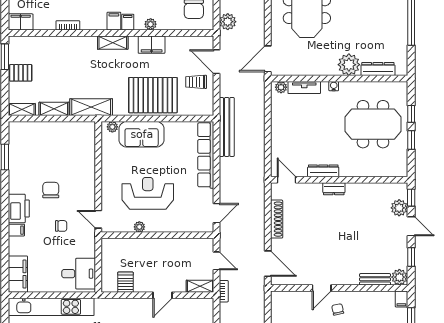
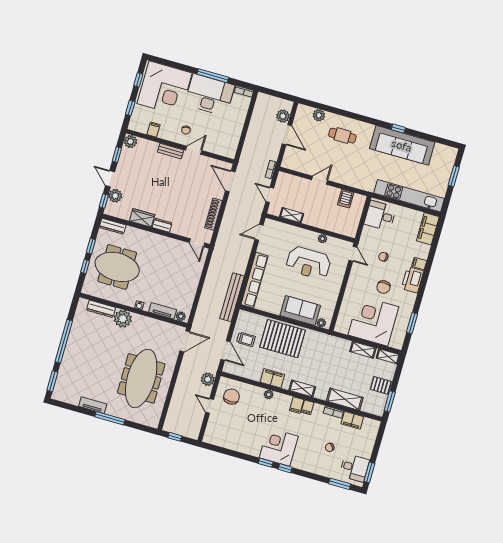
filing cabinet: (21, 22) -> (352, 420), moved
filing cabinet: (128, 22) -> (308, 407), moved
shelving: (91, 107) -> (345, 399), moved
corner desk: (51, 147) -> (373, 321), added
dresser: (323, 171) -> (113, 226), moved
wardrobe: (360, 191) -> (142, 218), added
bench: (375, 279) -> (171, 151), moved
shelving: (200, 286) -> (292, 215), moved
filing cabinet: (401, 299) -> (154, 130), moved

